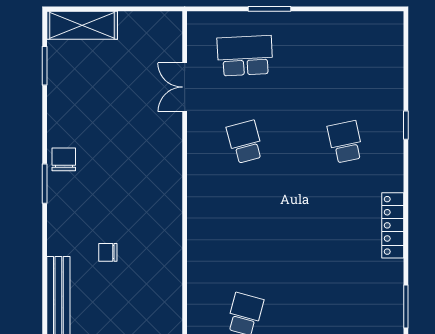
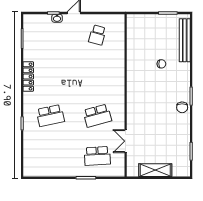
shelving: (82, 25) -> (155, 170), moved
double door: (185, 87) -> (126, 141), swing flipped
school desk: (245, 142) -> (97, 116), width x1.85
school desk: (345, 142) -> (50, 116), width x1.85

